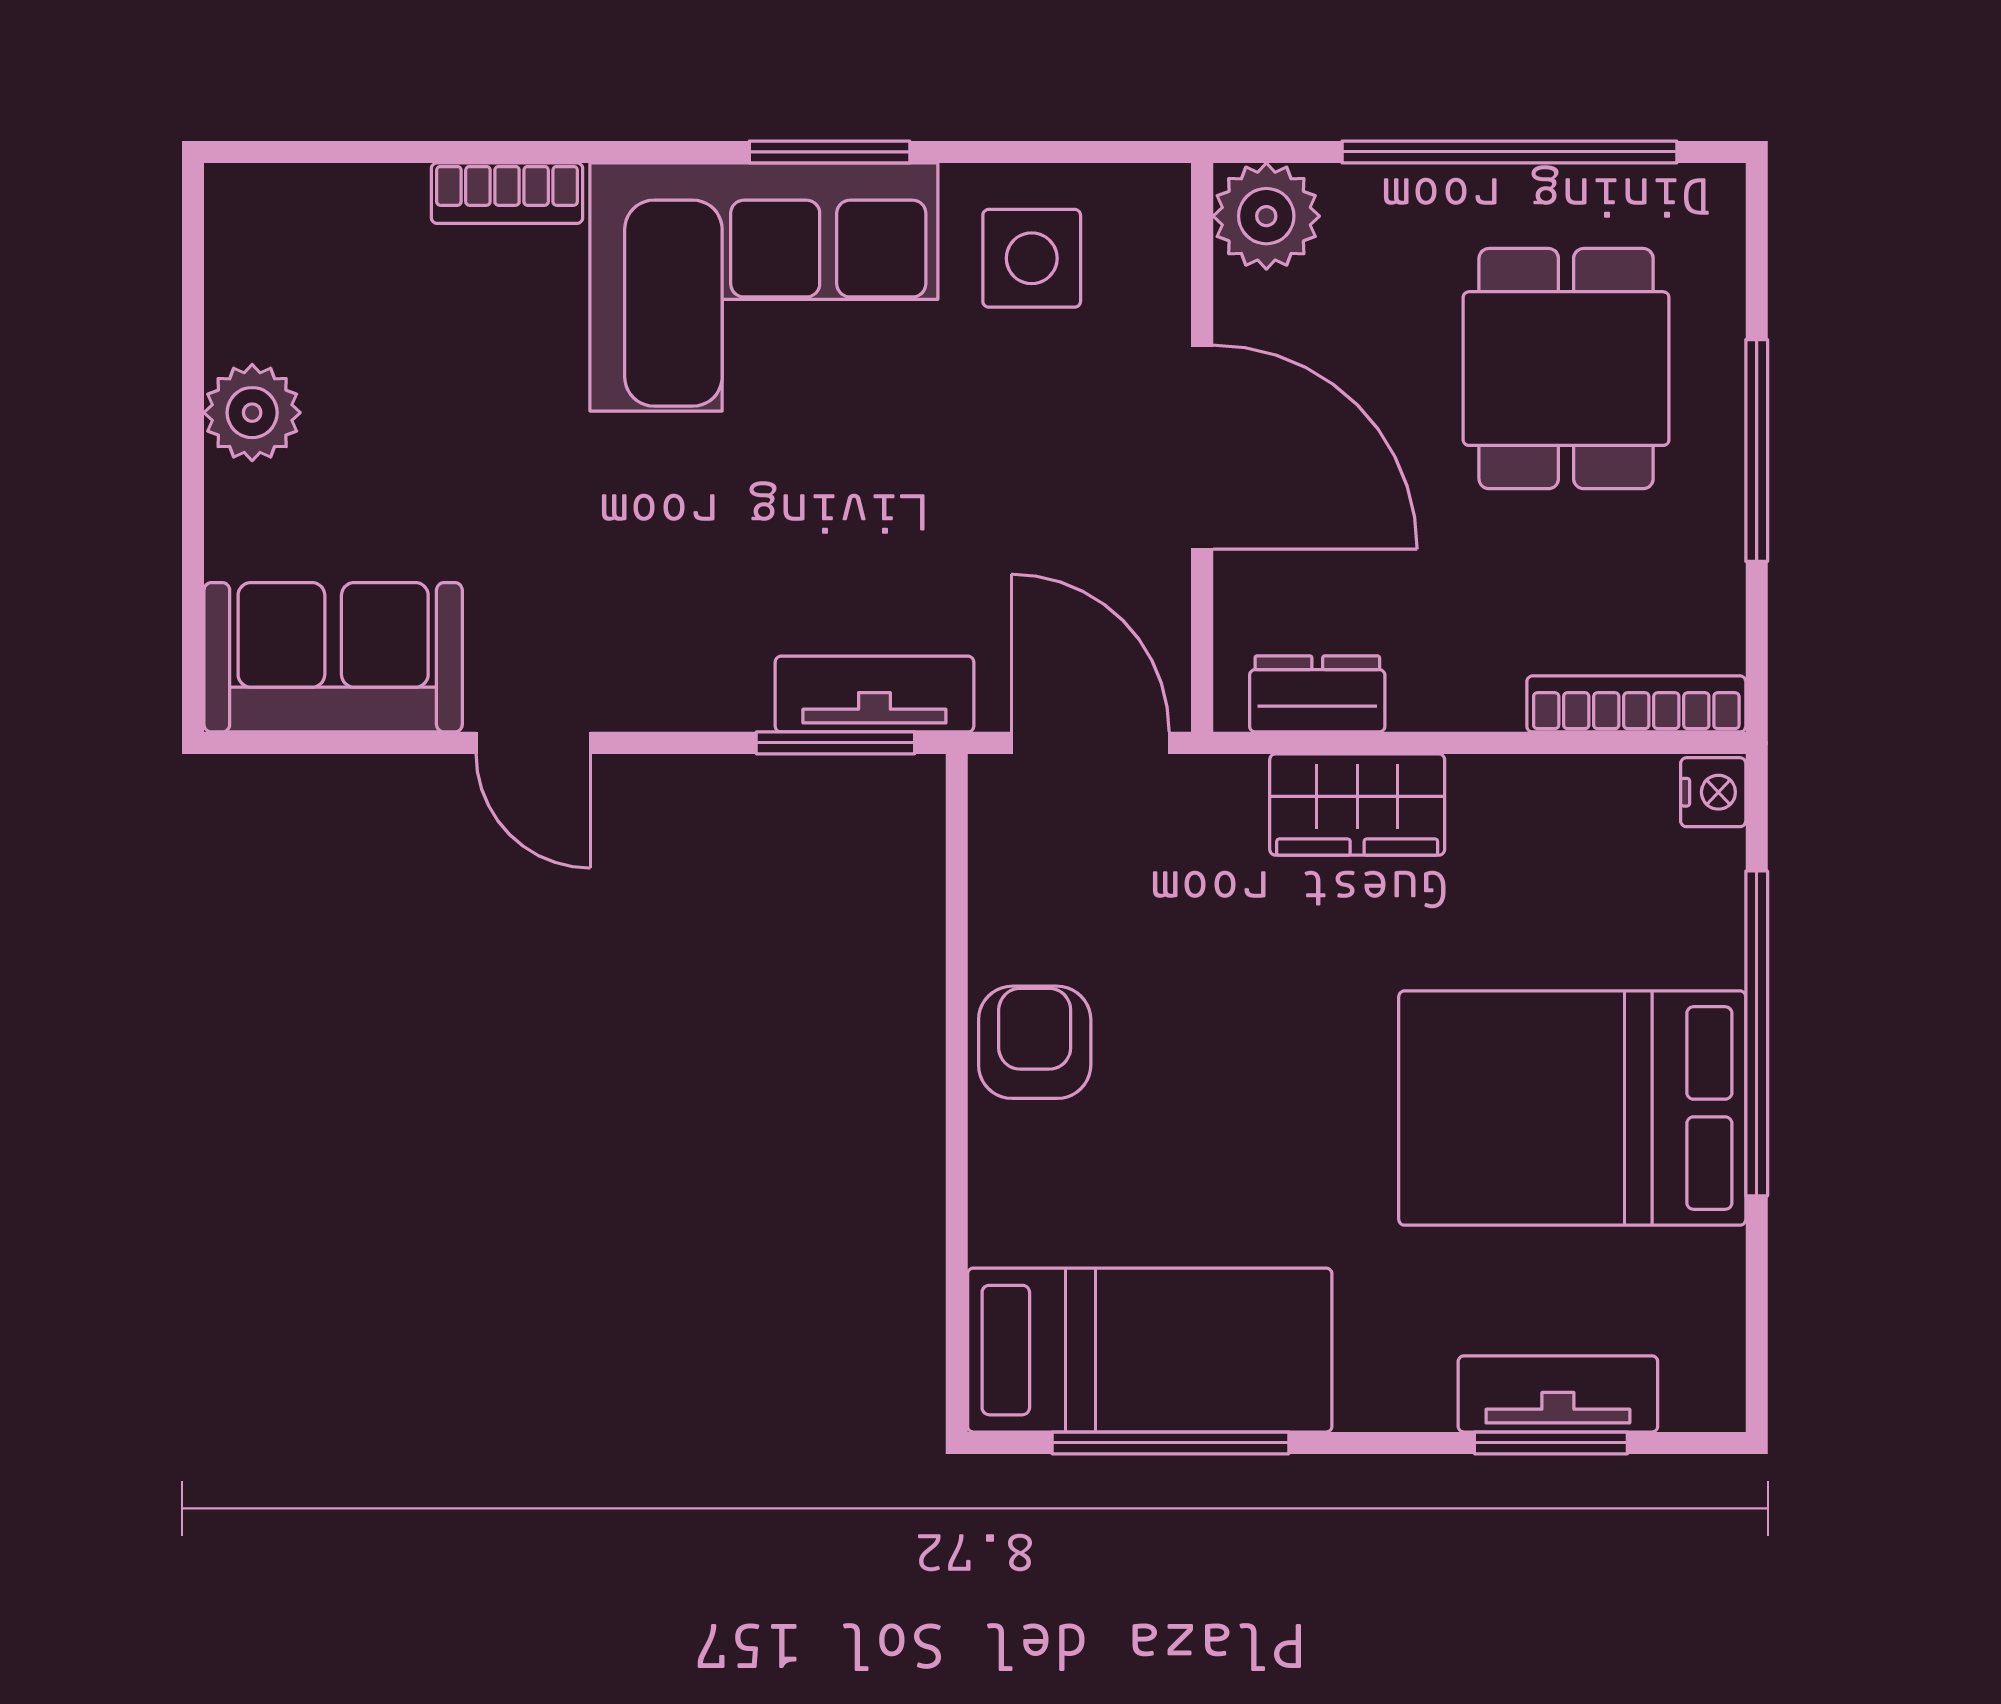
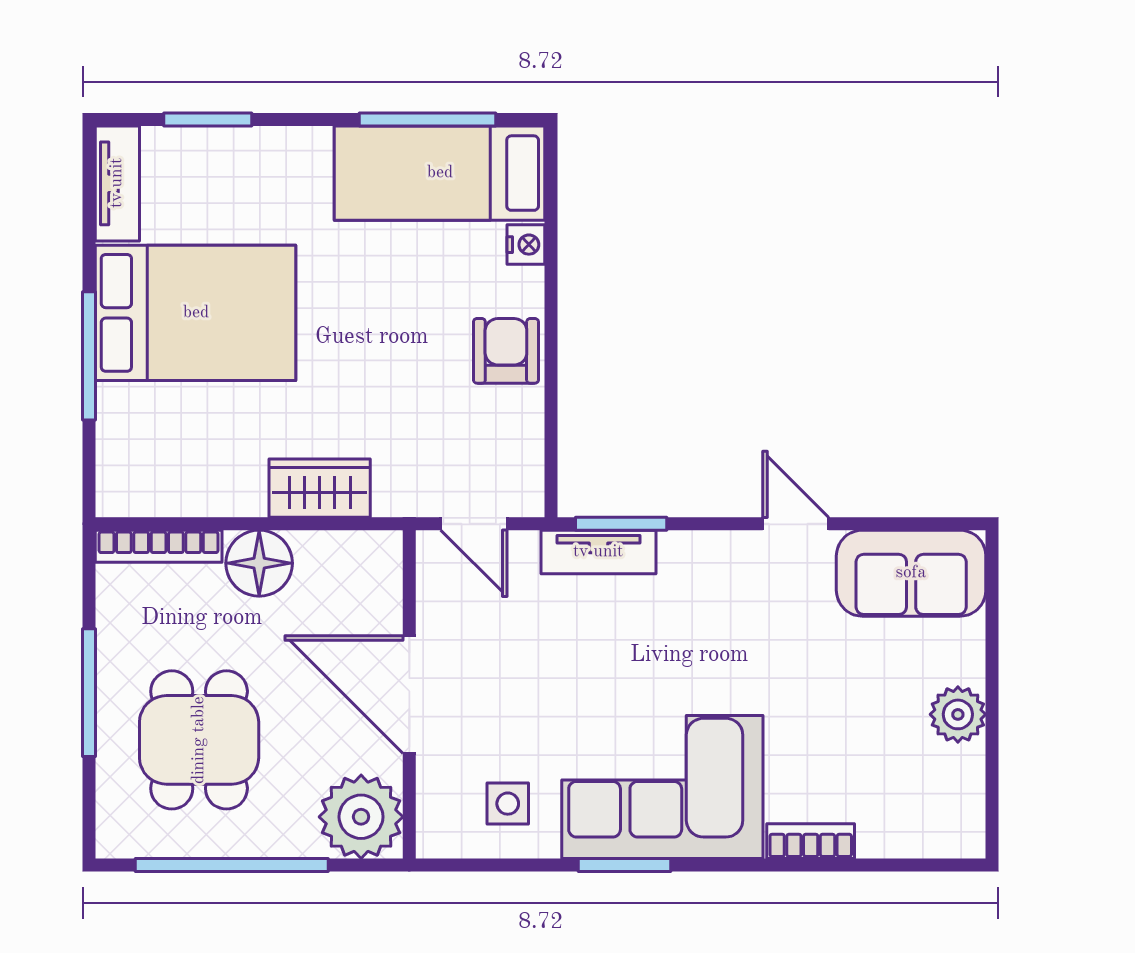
plant: (1266, 216) -> (361, 817), width x1.36, depth x1.36
side table: (1032, 258) -> (508, 804), width x0.73, depth x0.73
floor lamp: (1462, 675) -> (259, 563), added
dresser: (1317, 694) -> (343, 552), removed
door: (1090, 743) -> (474, 524), width x0.73
nightstand: (1713, 792) -> (526, 245), moved, turned 180
window: (1757, 1033) -> (89, 356), width x0.68
armchair: (1035, 1042) -> (506, 351), turned 180
tv unit: (1558, 1394) -> (117, 183), moved, turned -90

